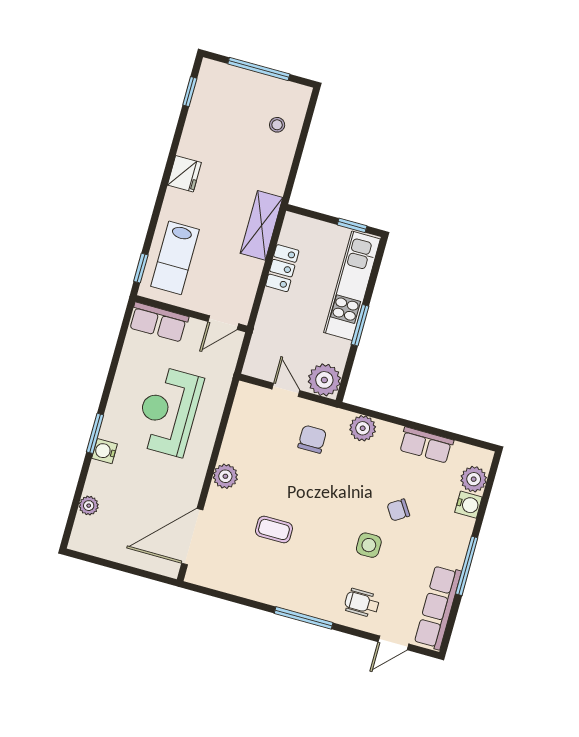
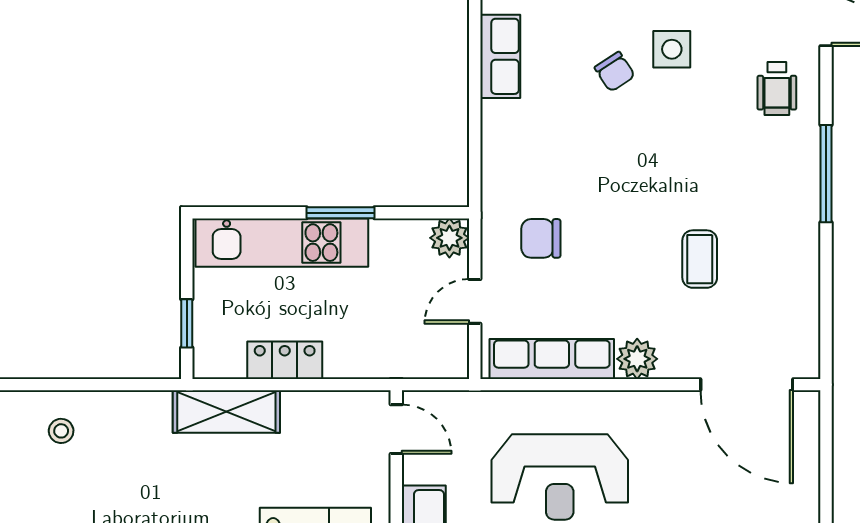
window: (352, 225) -> (187, 323), moved
plant: (324, 380) -> (449, 238), width x0.73, depth x0.73
row of seats: (239, 426) -> (552, 359), added
plant: (363, 428) -> (502, 164), removed
side table: (369, 545) -> (672, 49), moved

